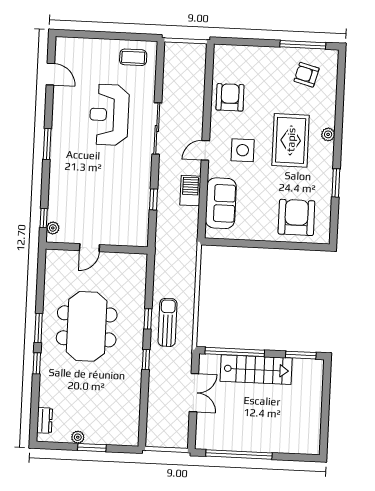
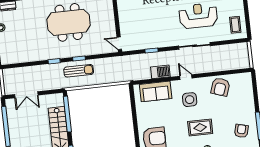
armchair: (230, 97) -> (220, 87), turned 109
rug: (291, 140) -> (200, 128), width x0.73, depth x0.70
door: (89, 248) -> (119, 43), moved
double door: (194, 393) -> (26, 95), moved

